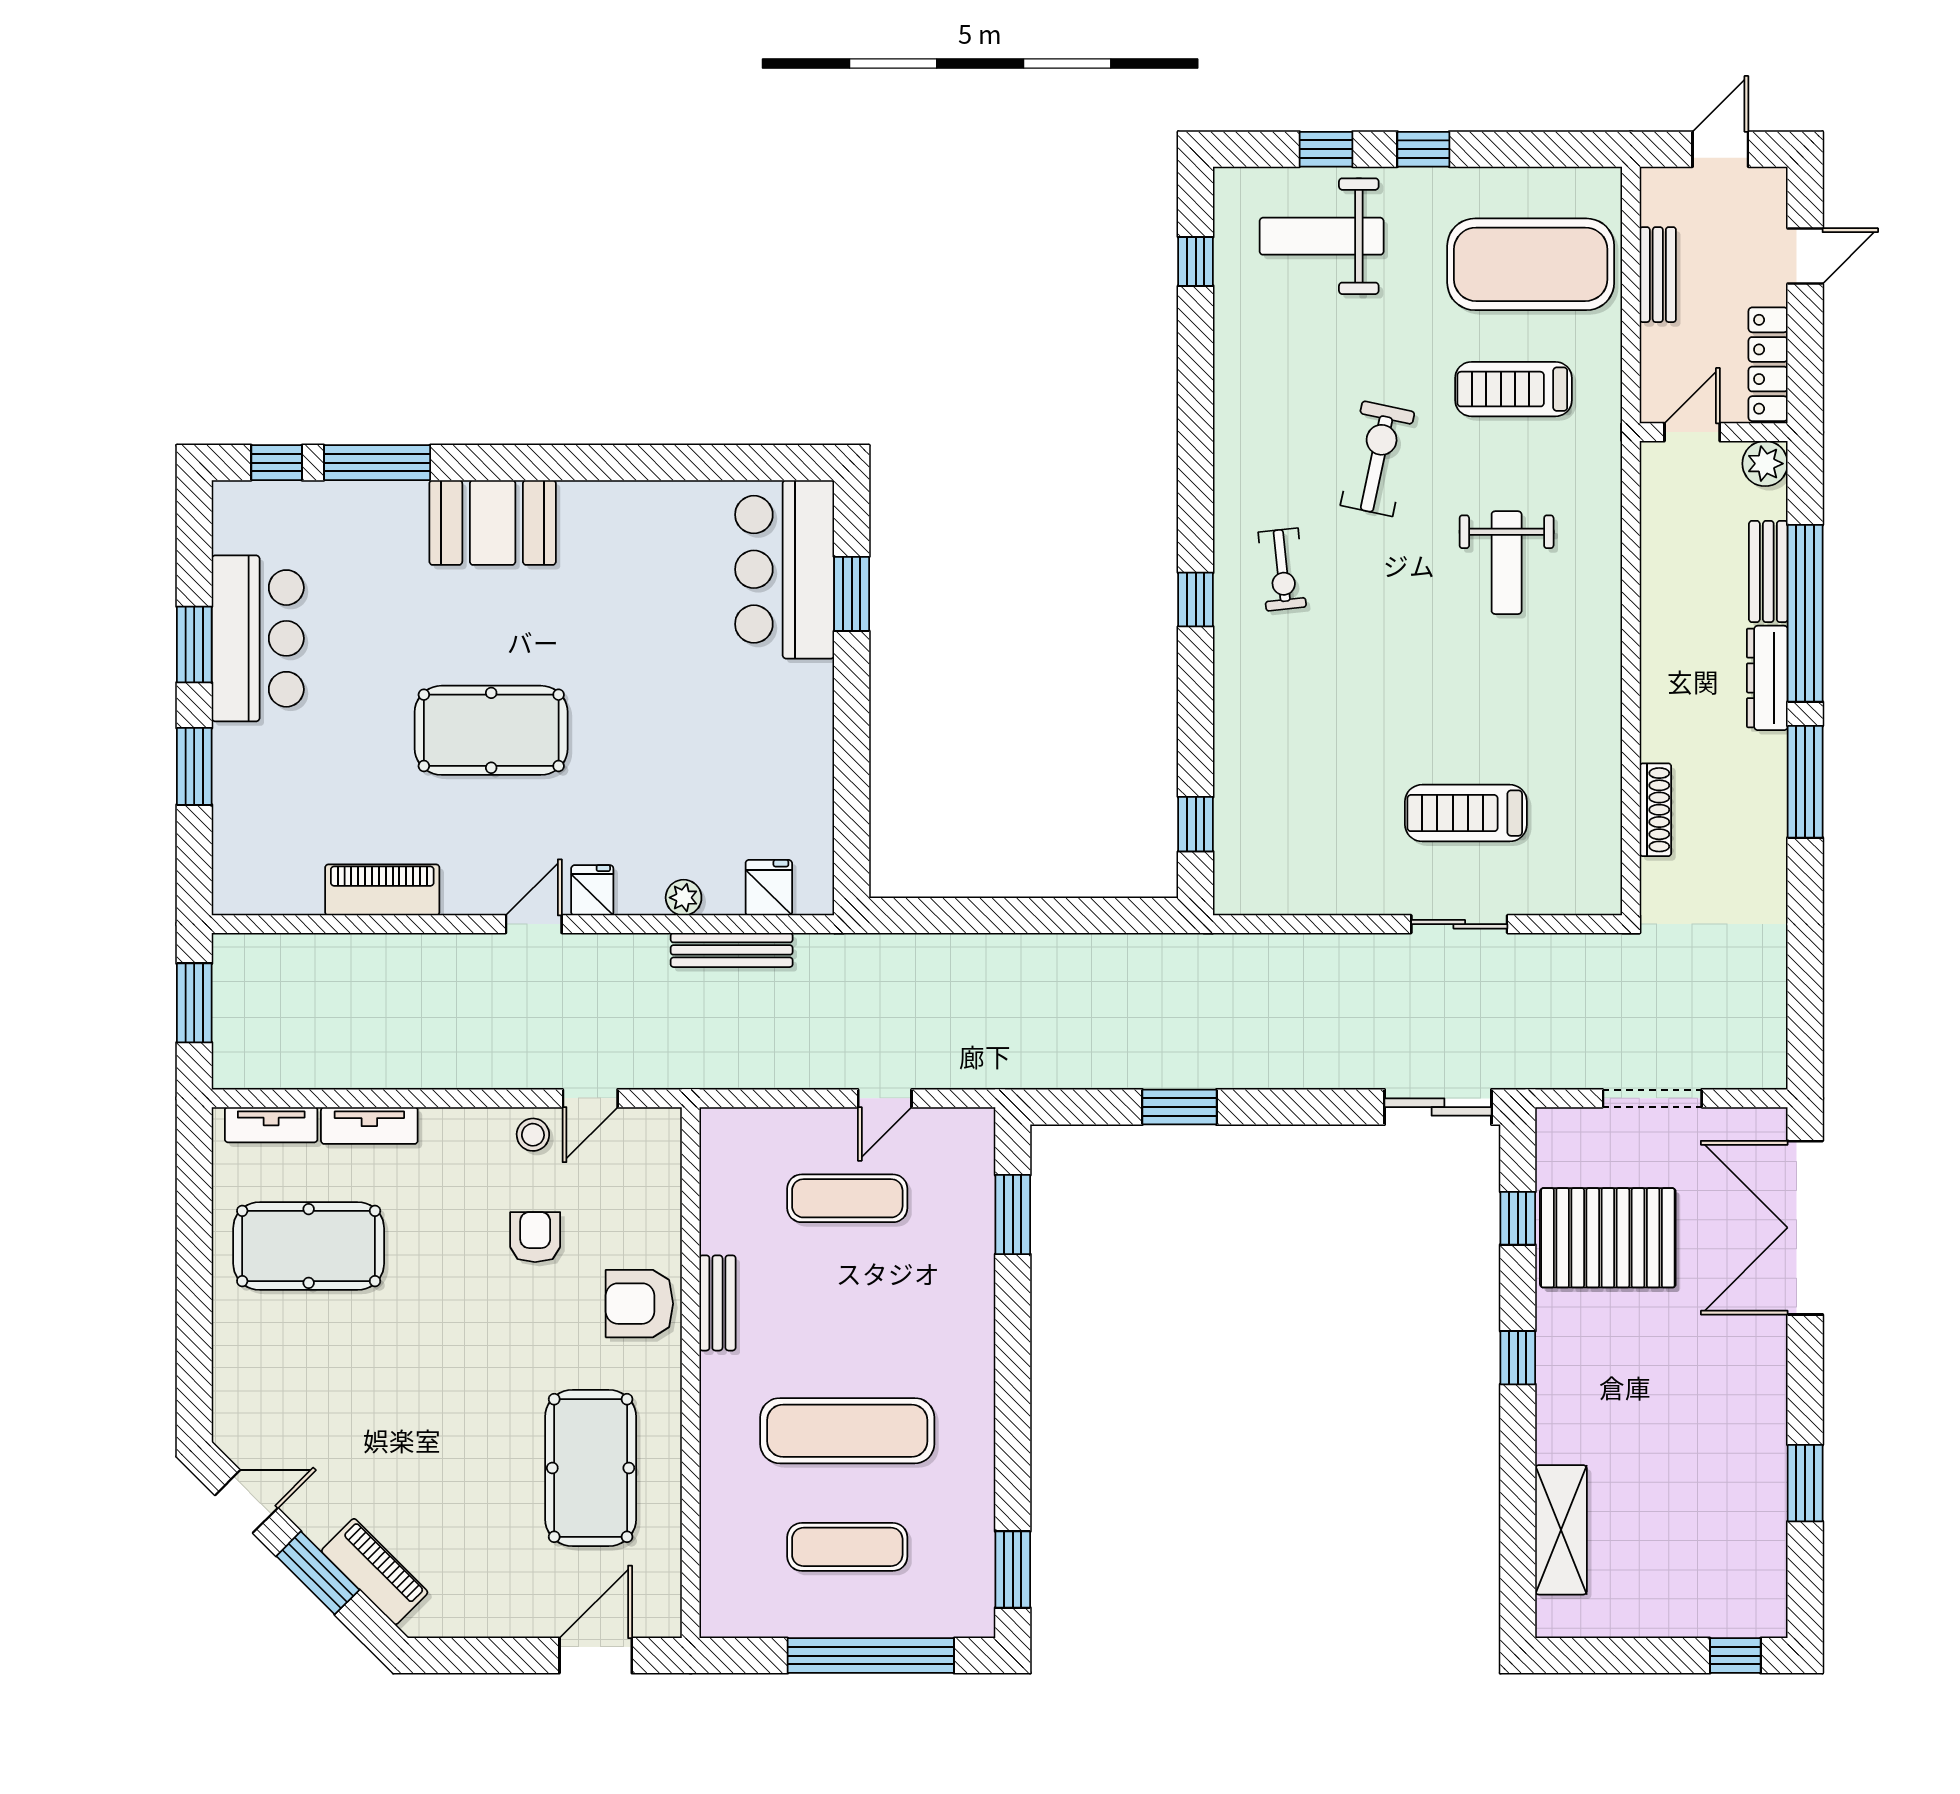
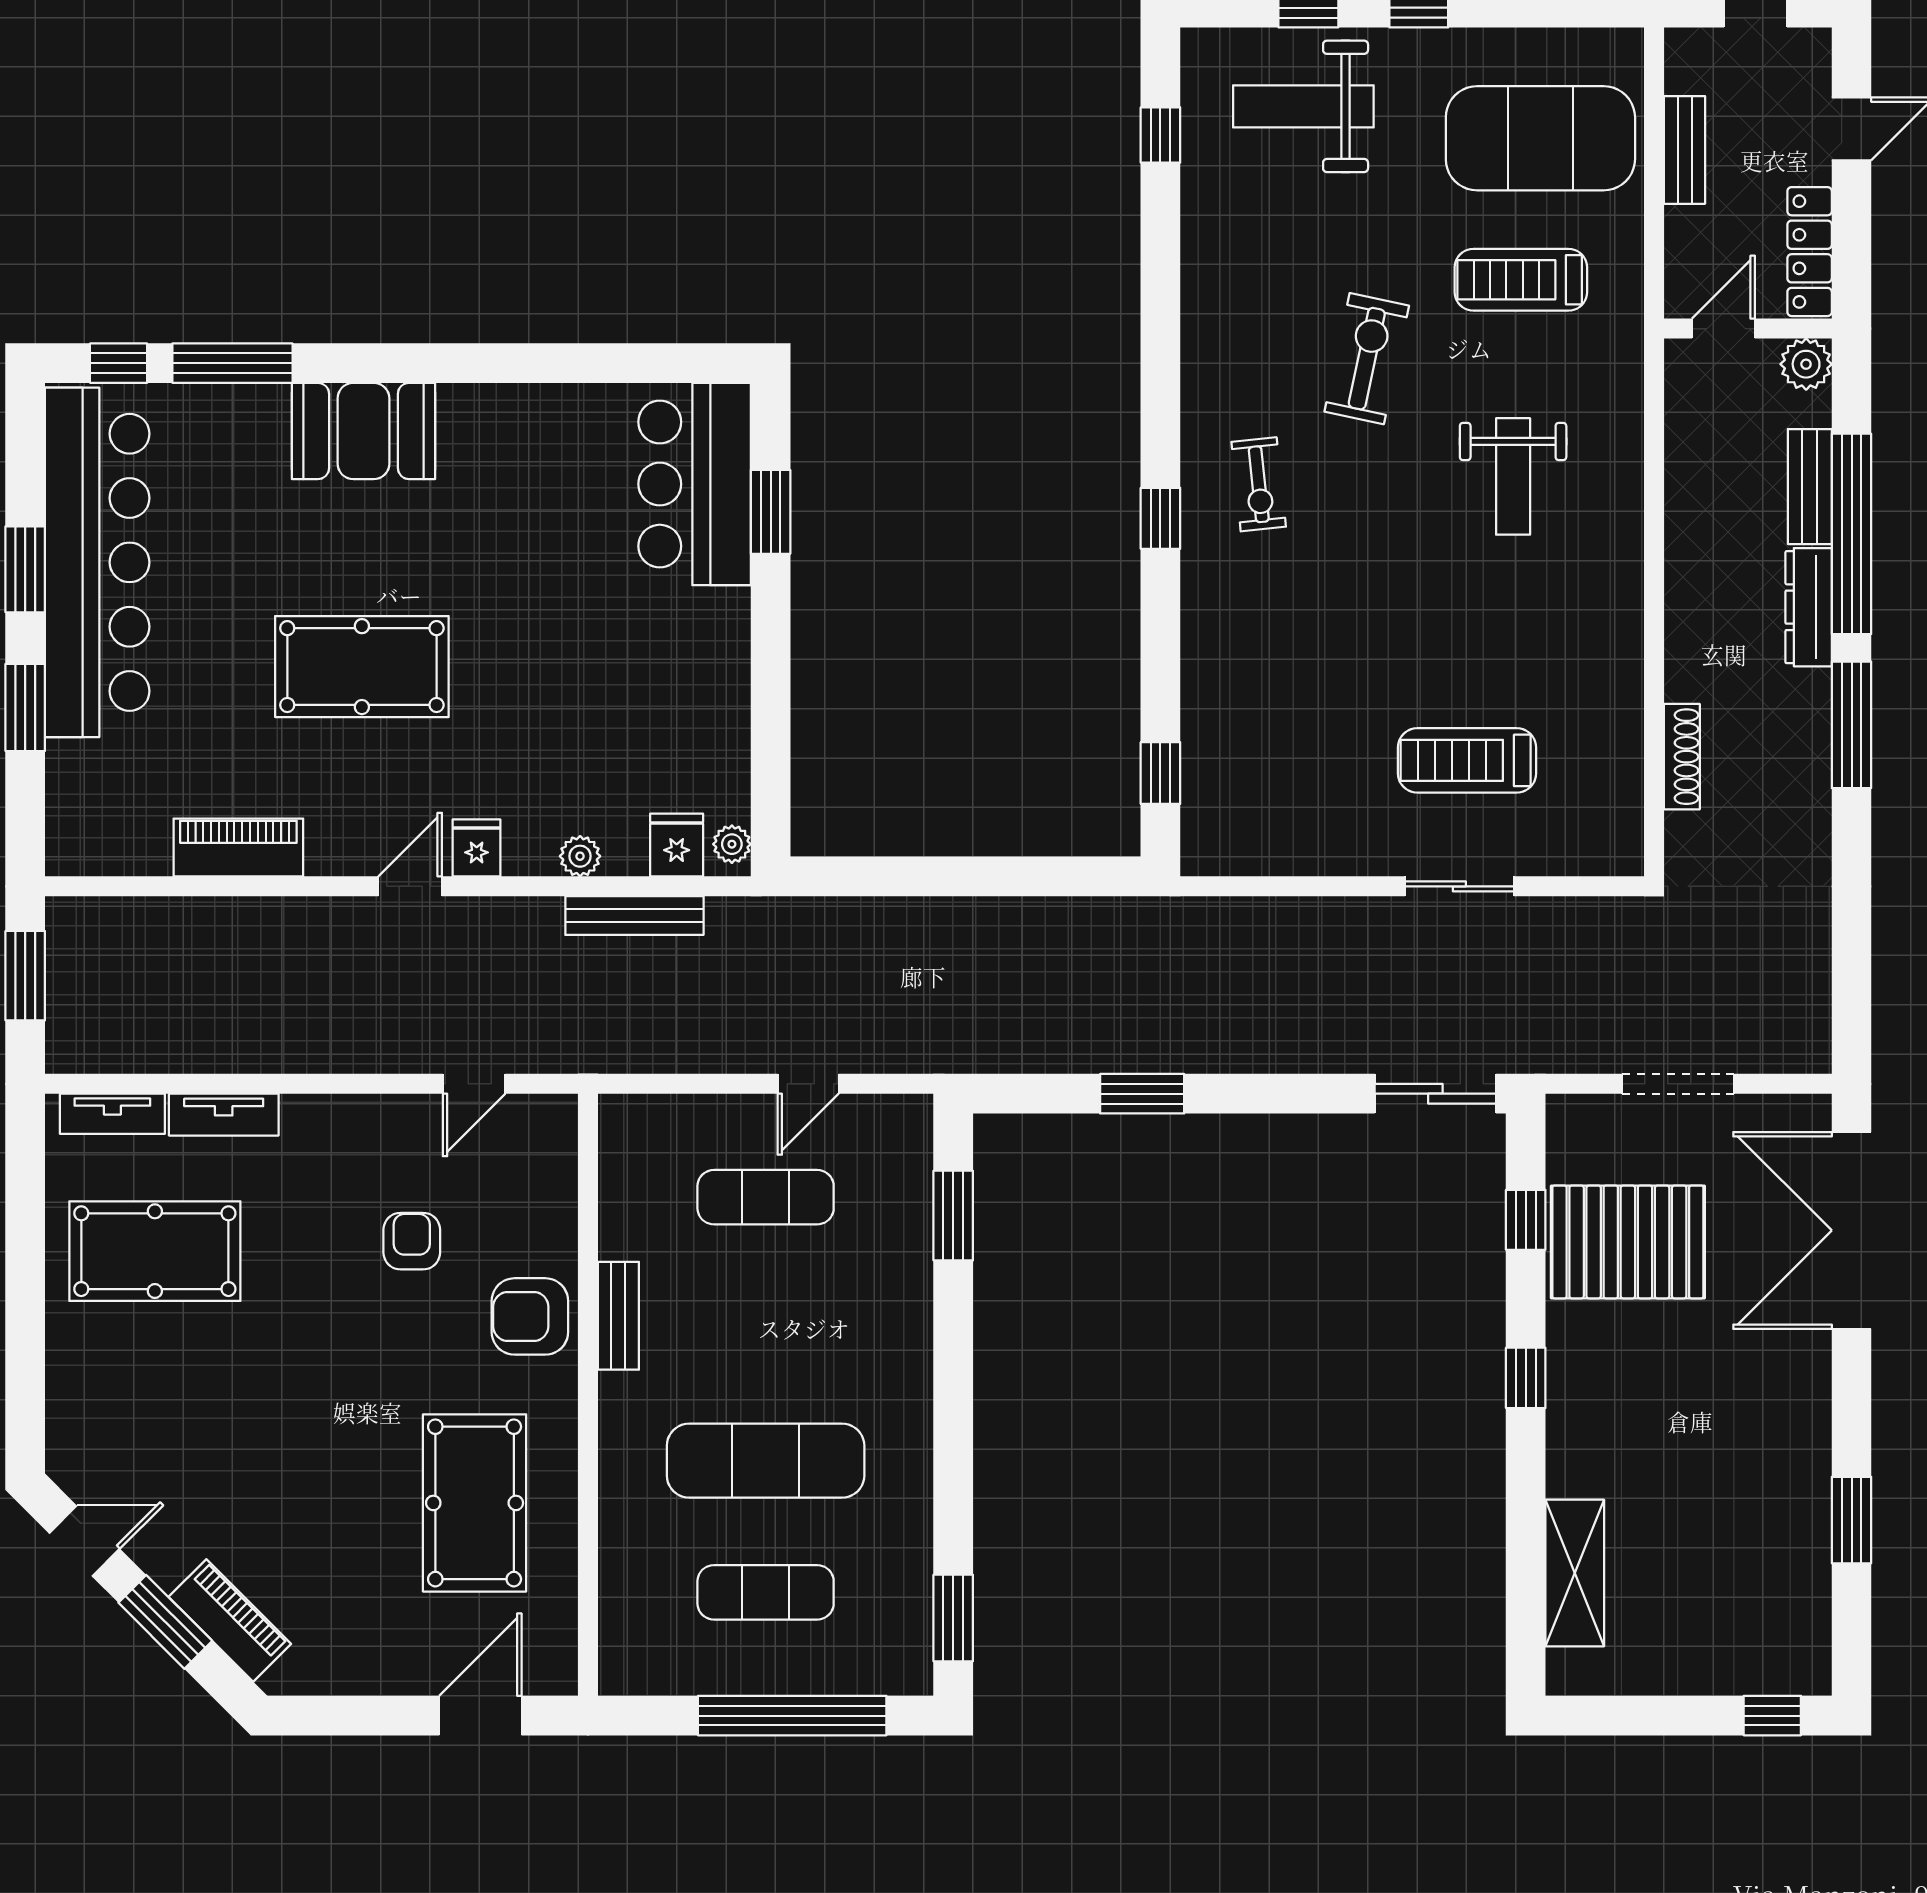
bar counter: (258, 638) -> (97, 562), width x1.86
plant: (818, 887) -> (732, 844), added
stool: (533, 1135) -> (409, 1125), removed

